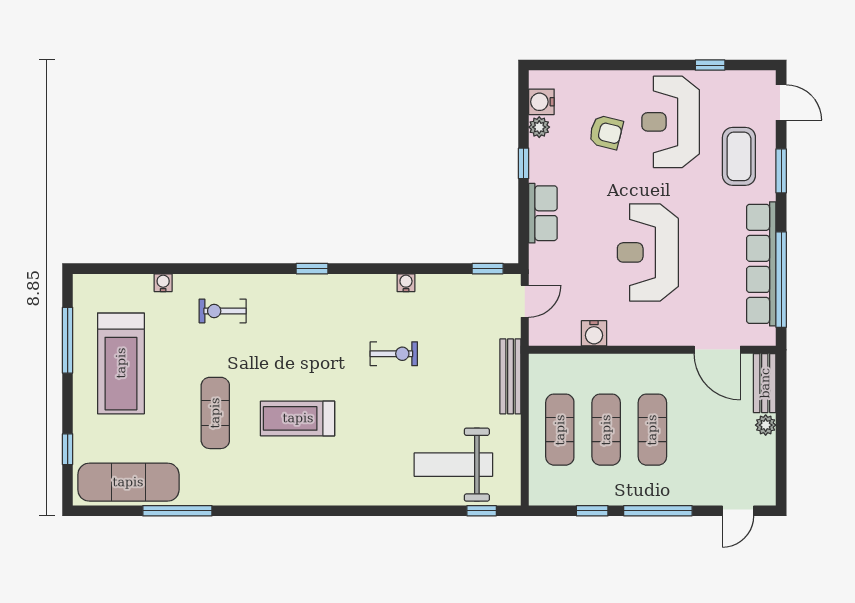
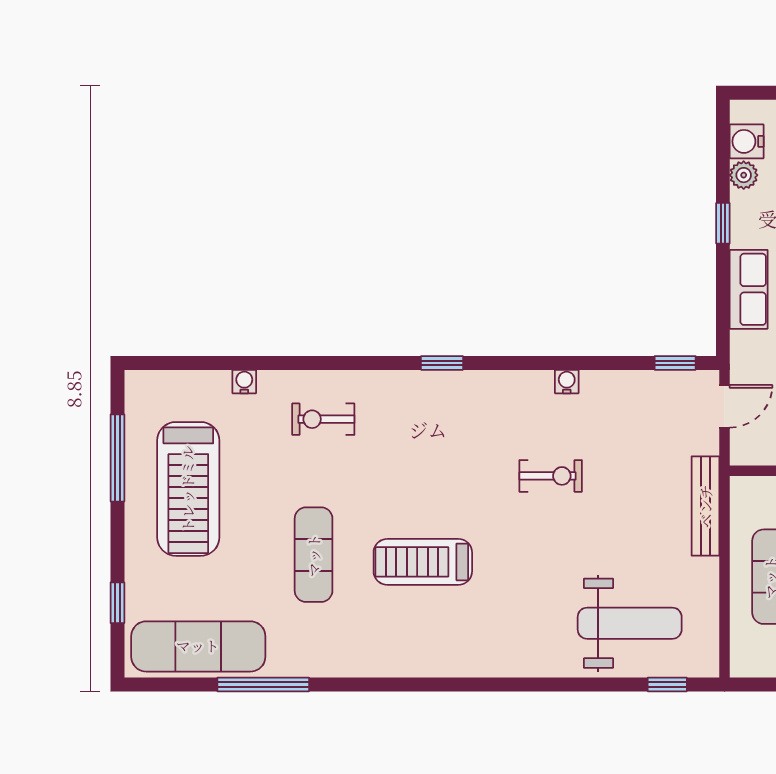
weight bench: (453, 465) -> (630, 623), turned 180

